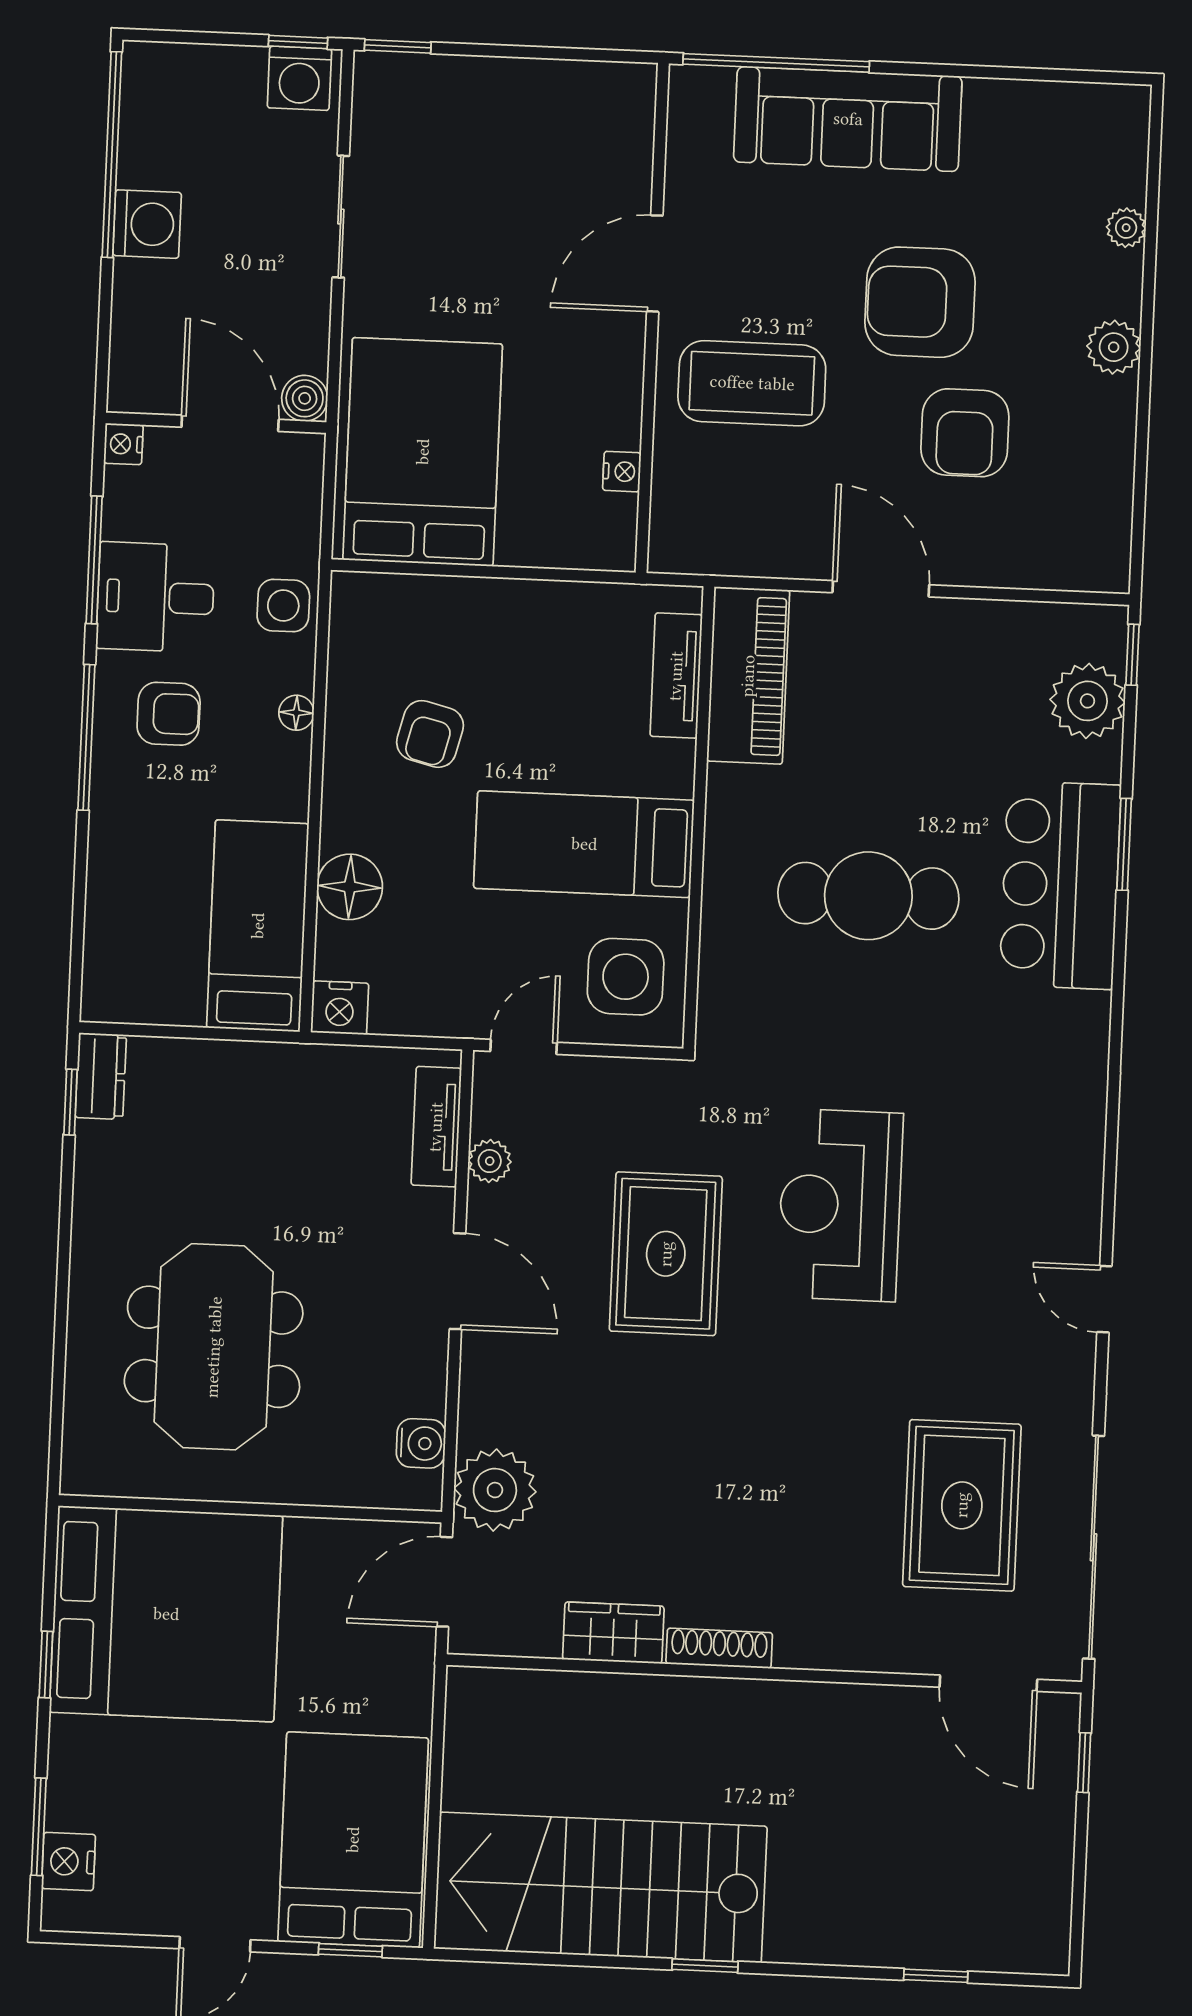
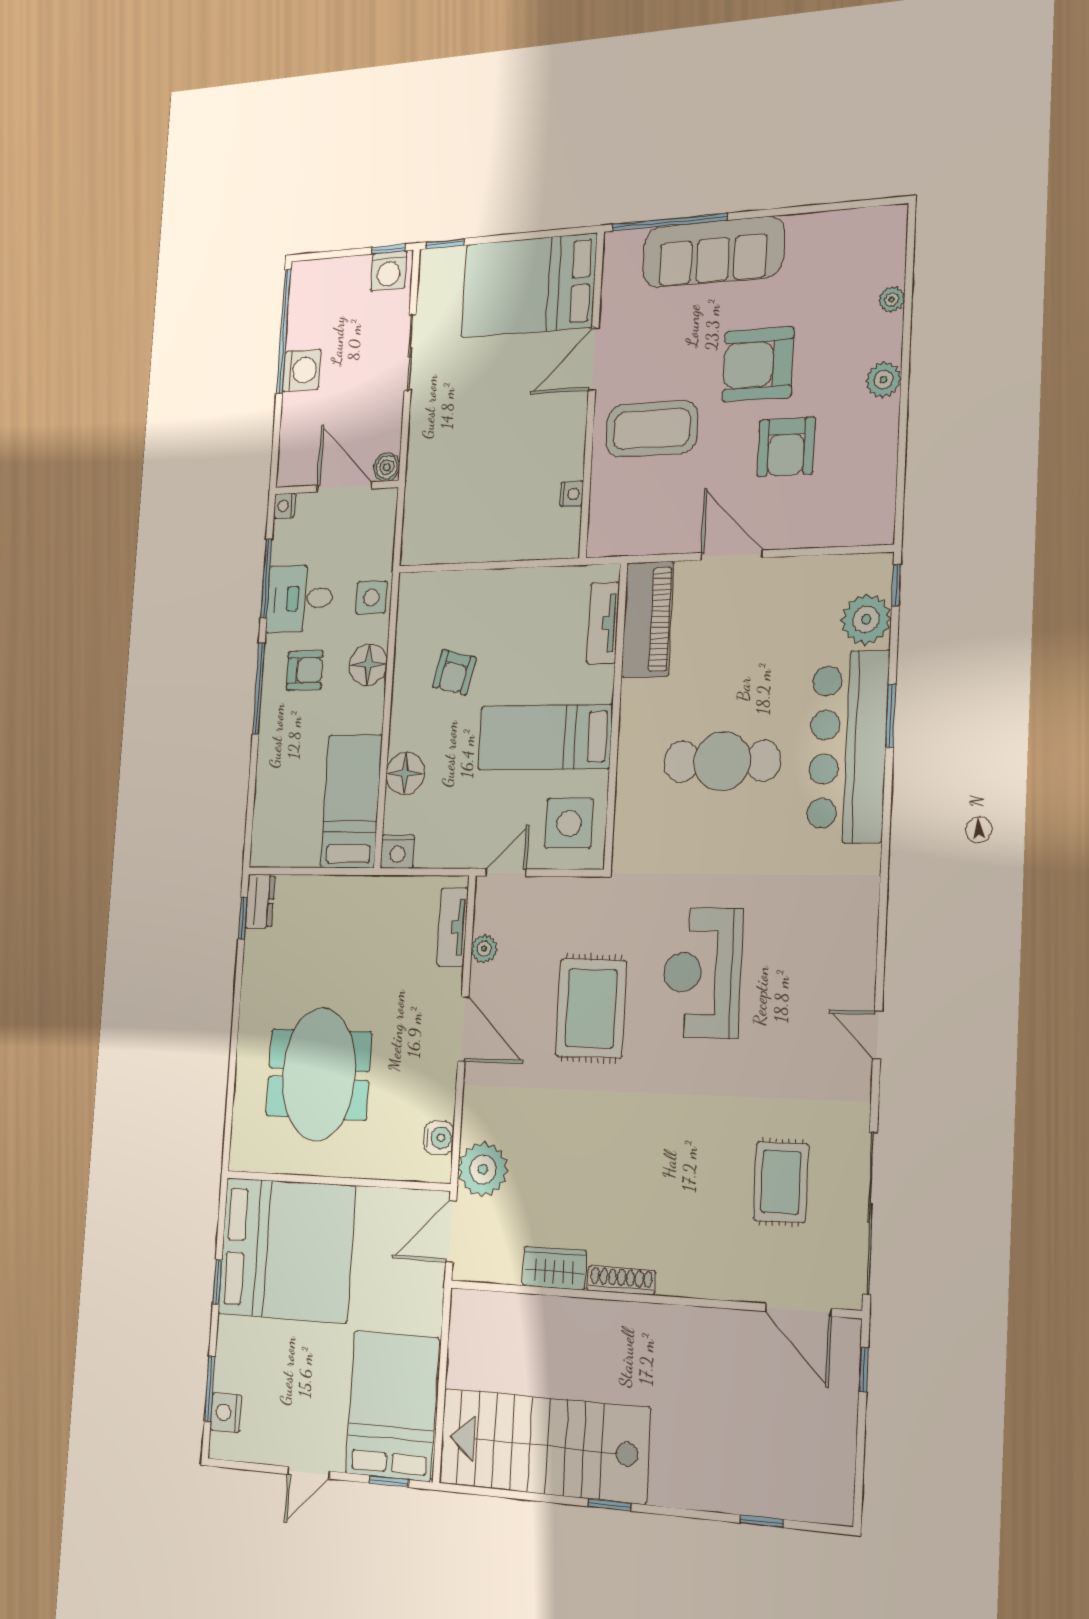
bed: (423, 452) -> (529, 286), moved, turned -90
floor lamp: (296, 713) -> (368, 665), width x1.89, depth x1.89
bar counter: (1060, 885) -> (848, 747), width x1.36
rug: (962, 1505) -> (781, 1182), width x0.73, depth x0.70

